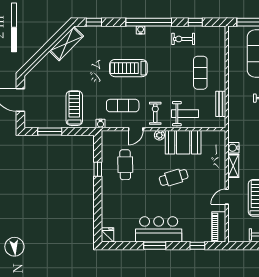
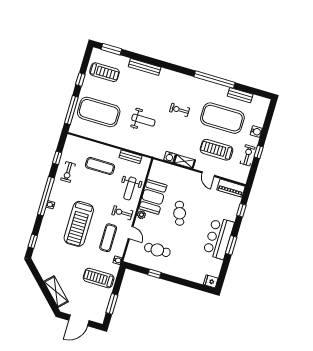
shelving: (66, 44) -> (56, 292), moved
treadmill: (128, 68) -> (79, 224), width x1.37, depth x1.38
weight bench: (185, 114) -> (130, 188), turned 180

